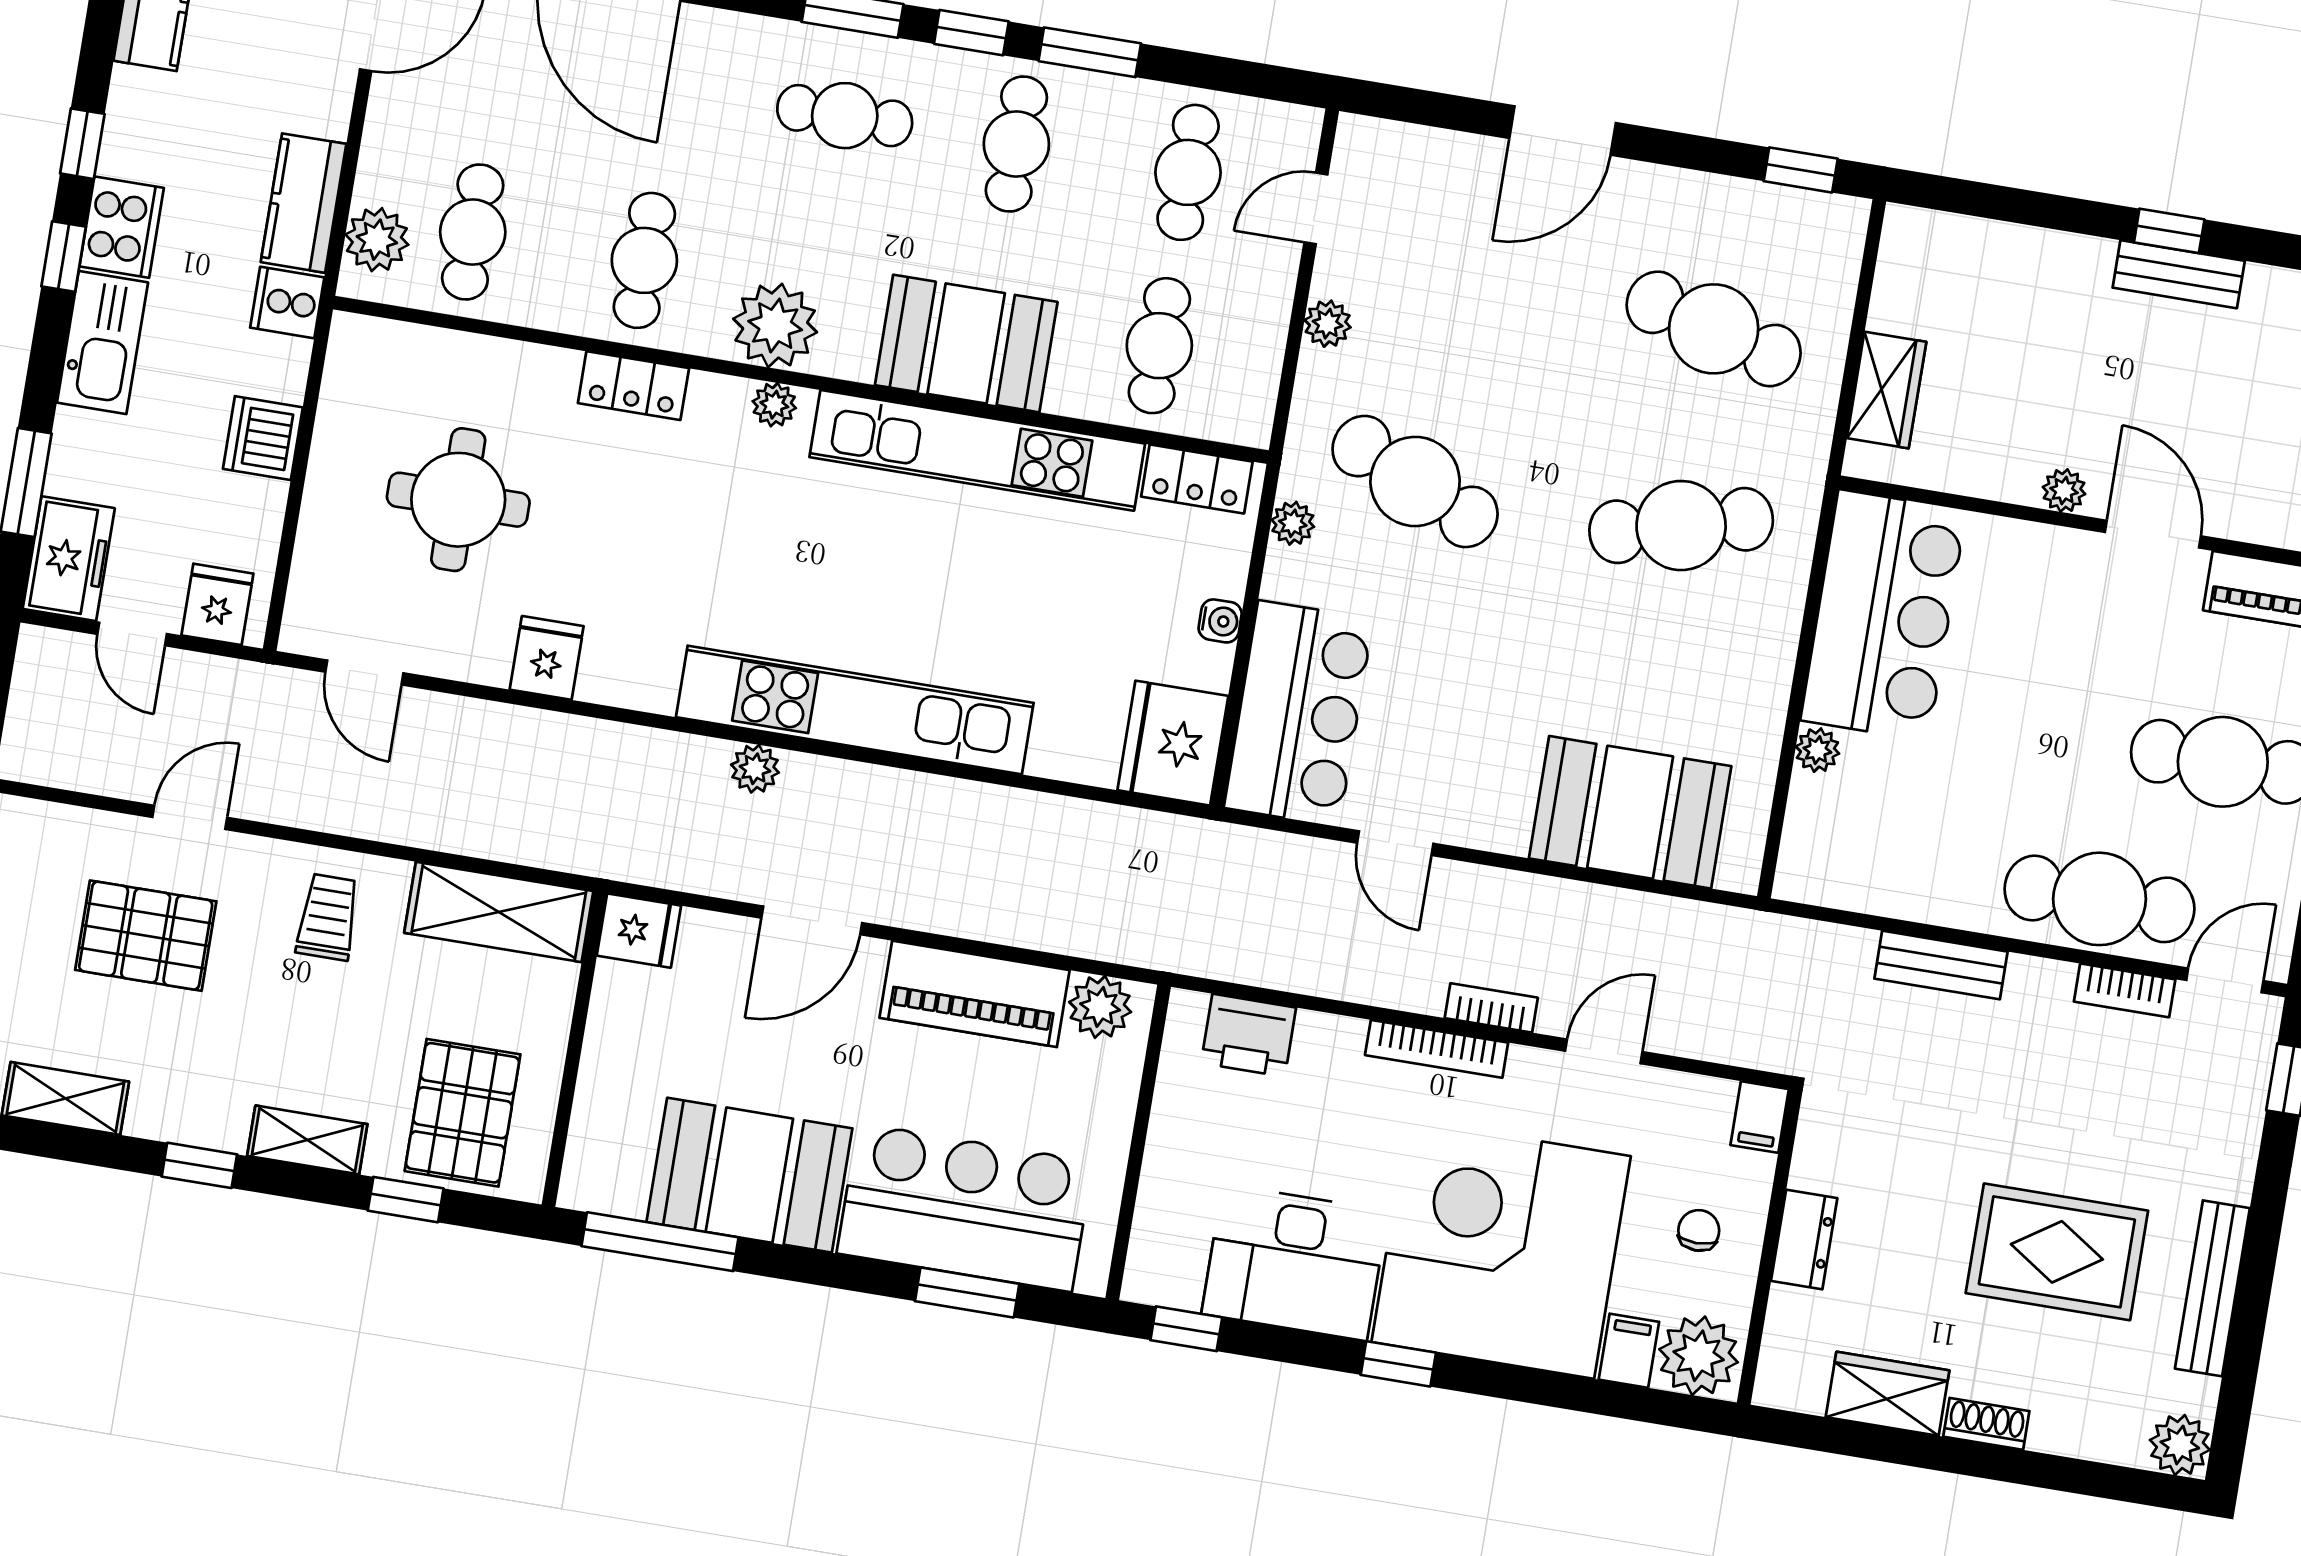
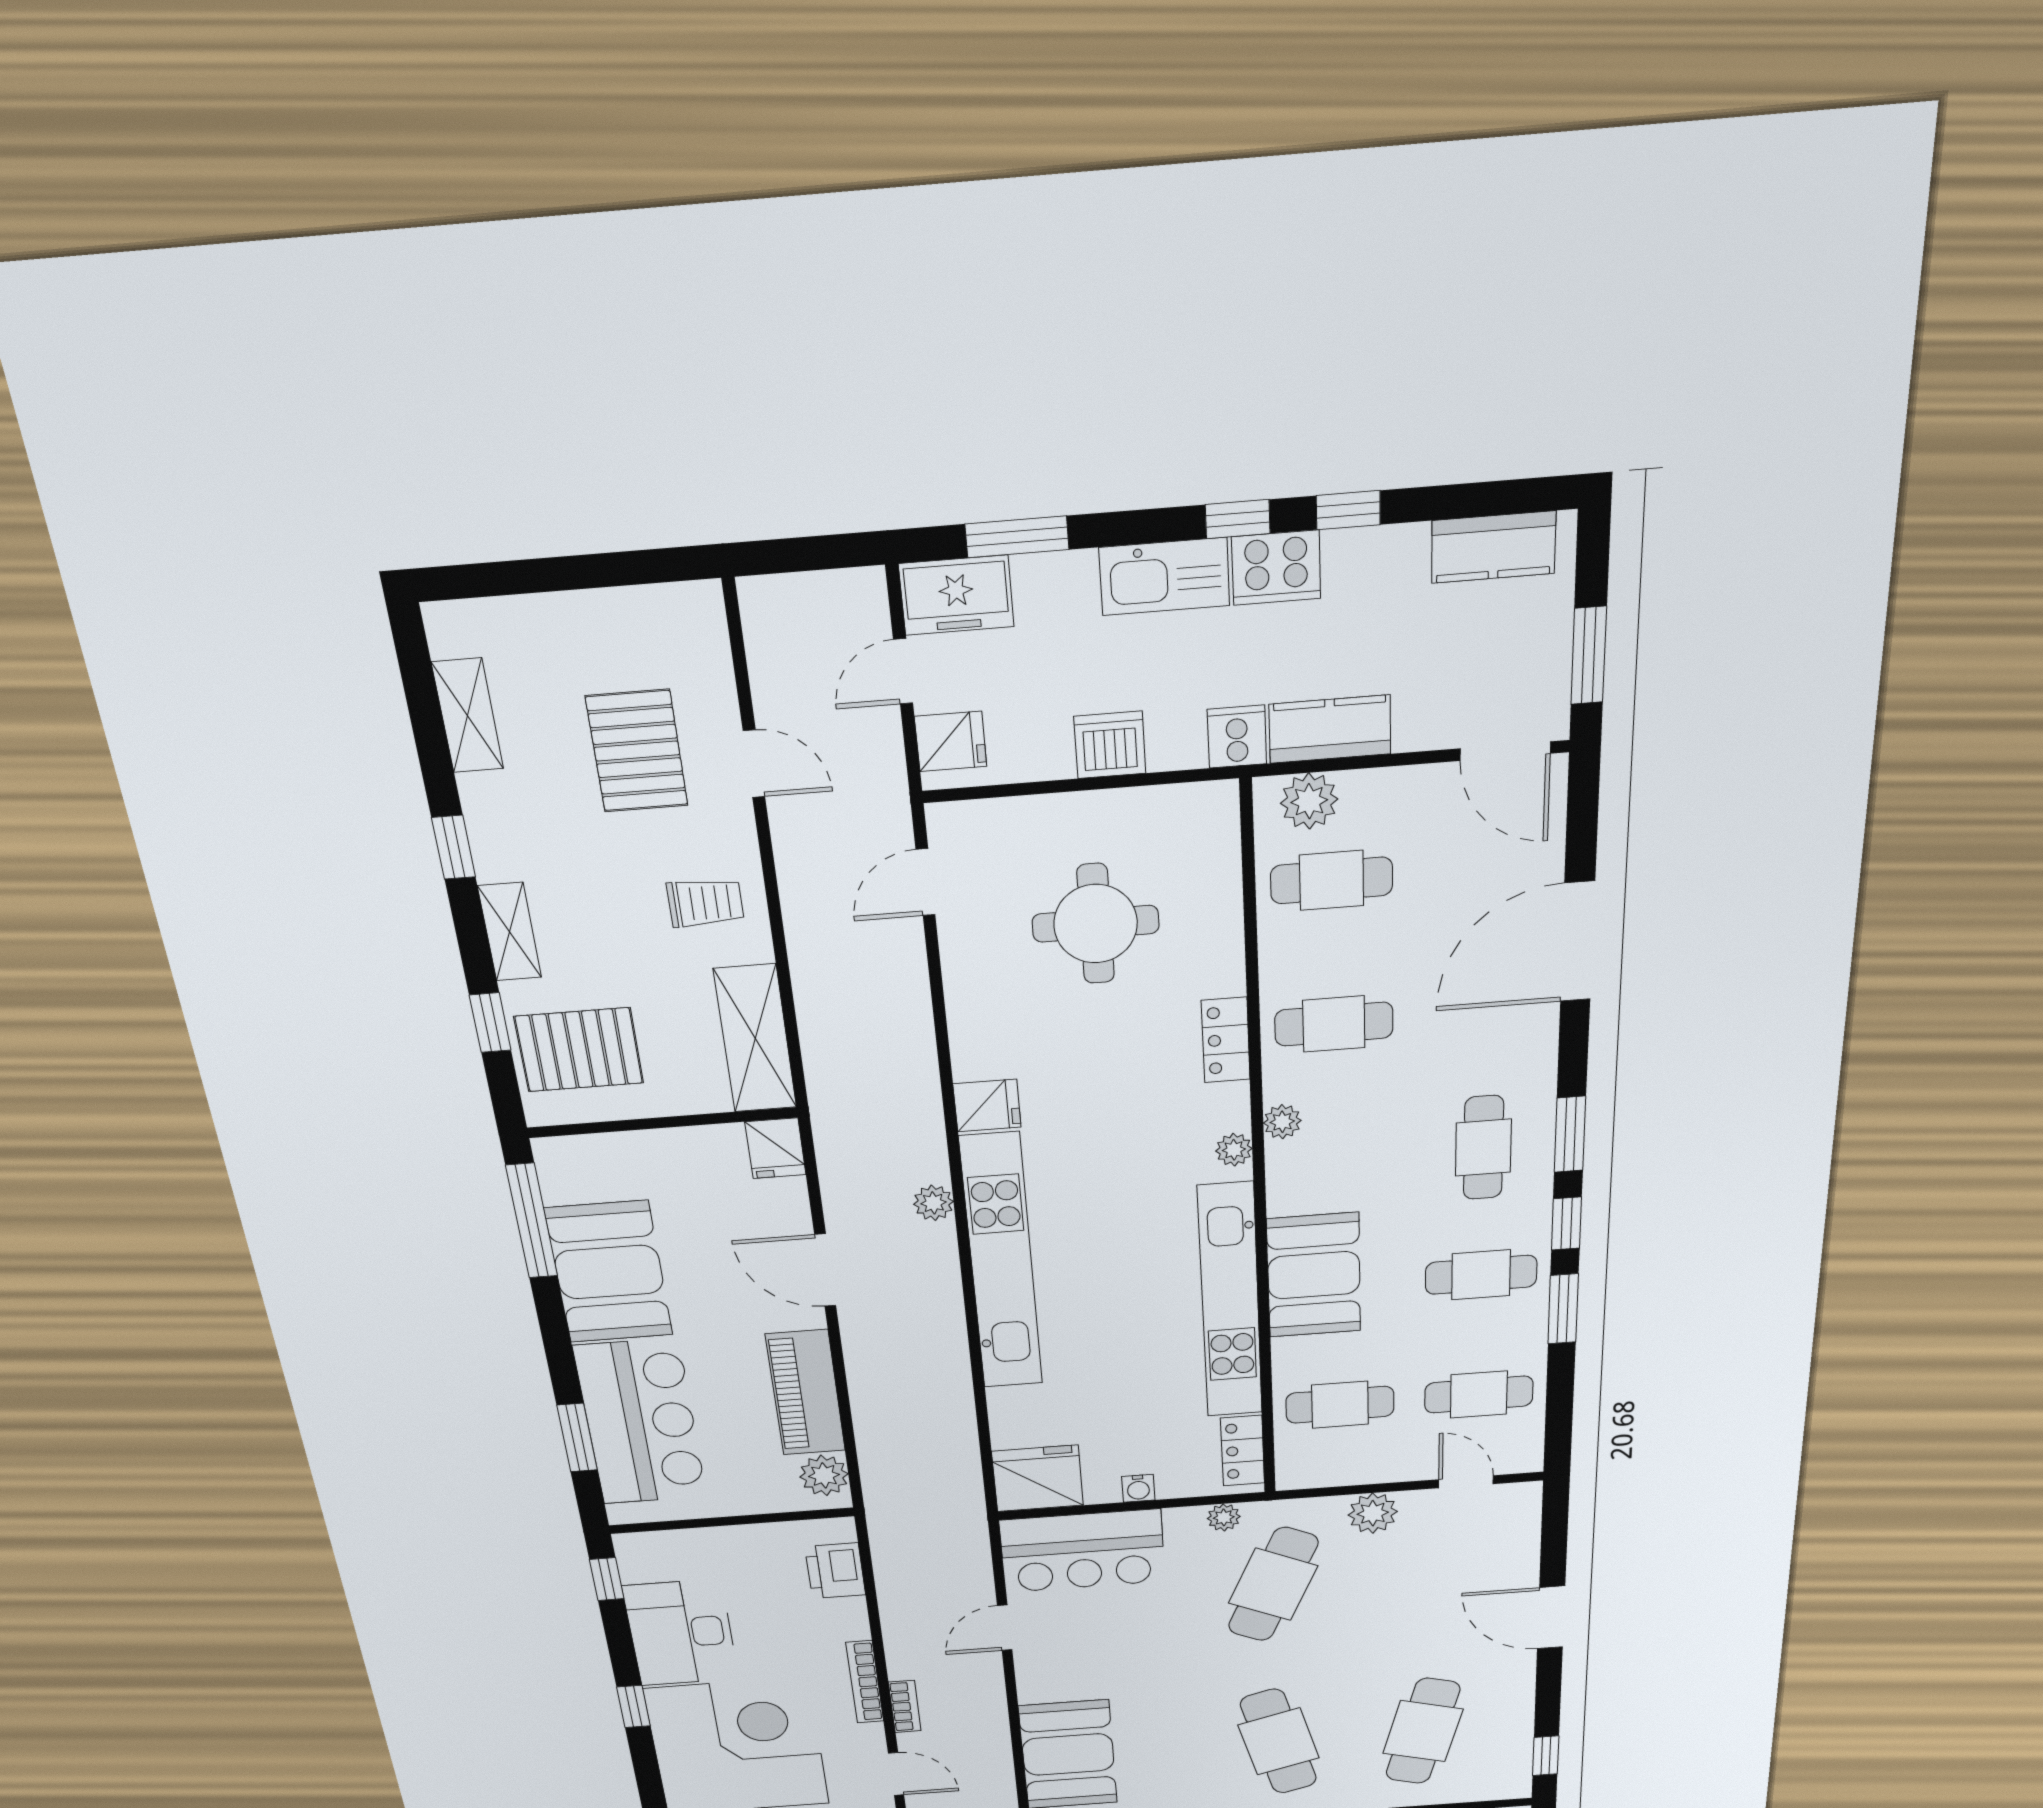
plant: (1328, 324) -> (1373, 1513), width x1.38, depth x1.38
plant: (775, 326) -> (1282, 1122), width x0.53, depth x0.53
fridge: (547, 658) -> (987, 1106), moved

